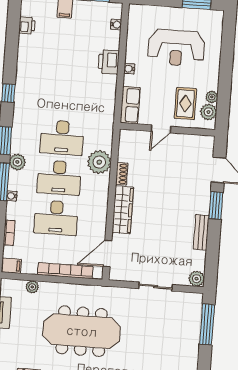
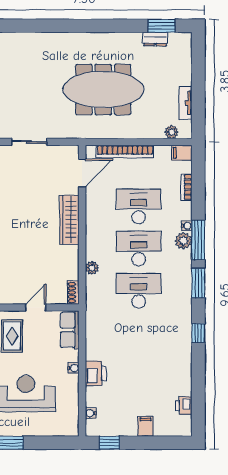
plant: (17, 162) -> (183, 241), moved
plant: (99, 162) -> (92, 268), width x0.53, depth x0.53
shoe rack: (122, 174) -> (73, 293), moved
plant: (32, 287) -> (172, 132), moved

